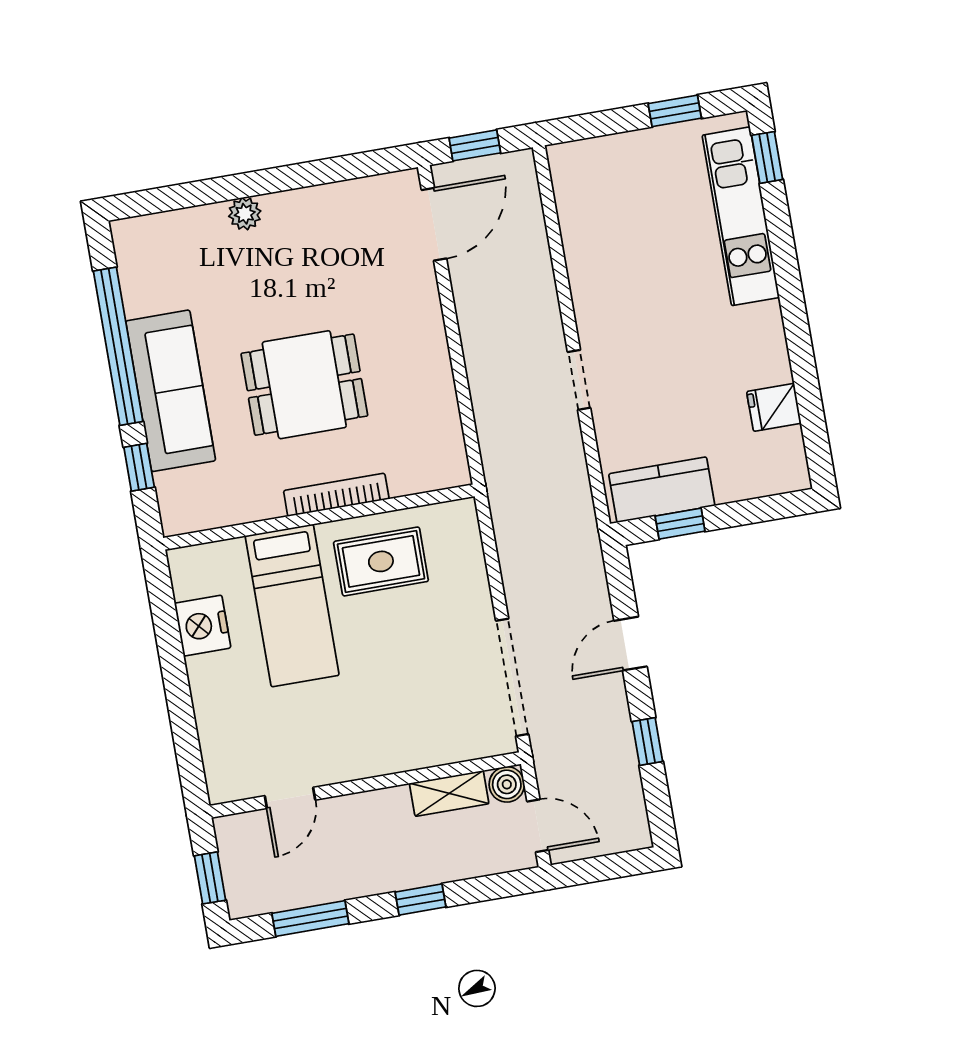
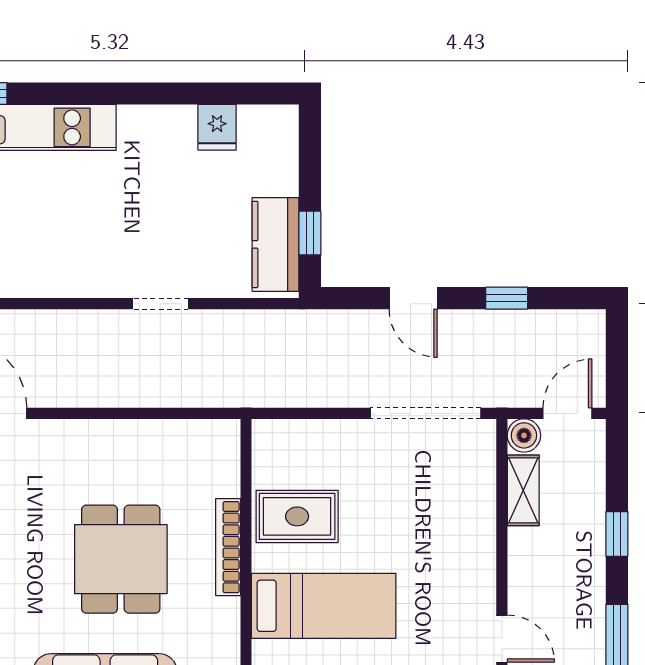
rug: (381, 561) -> (297, 516), turned 90

